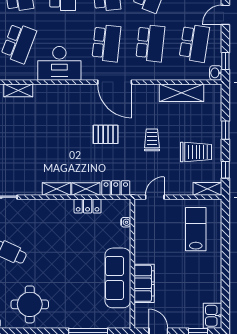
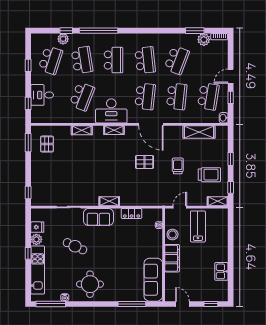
window: (225, 61) -> (231, 97), moved
locker: (116, 188) -> (152, 200), removed
shelving: (86, 189) -> (114, 130), moved
sofa: (42, 211) -> (98, 217), added
lab bench: (196, 229) -> (198, 226), moved
stool: (144, 235) -> (172, 234), added
sofa: (118, 278) -> (153, 280), moved
filing cabinet: (144, 283) -> (172, 258), moved
kitchen sink: (213, 316) -> (221, 271), moved

